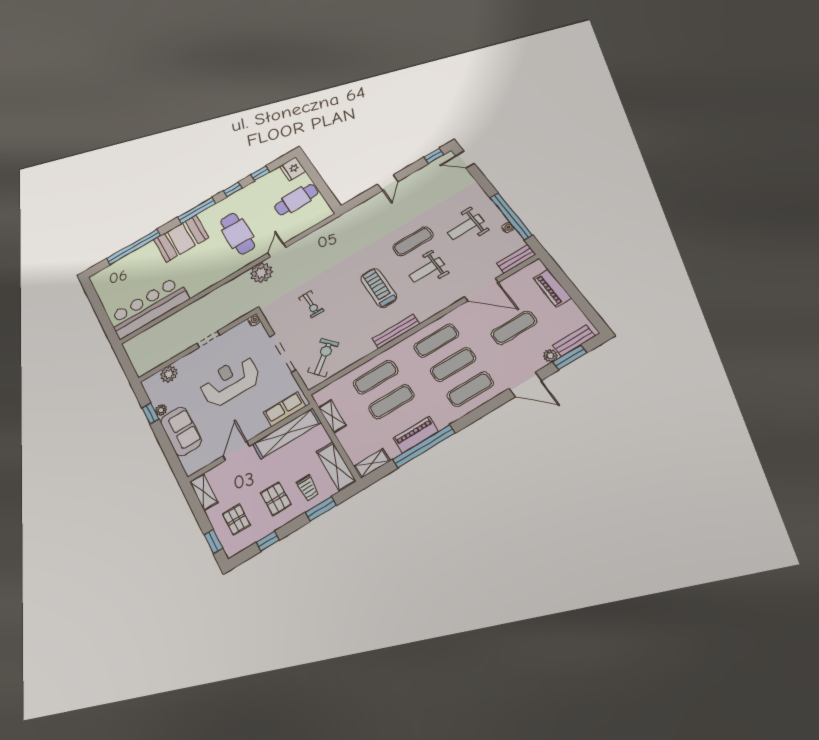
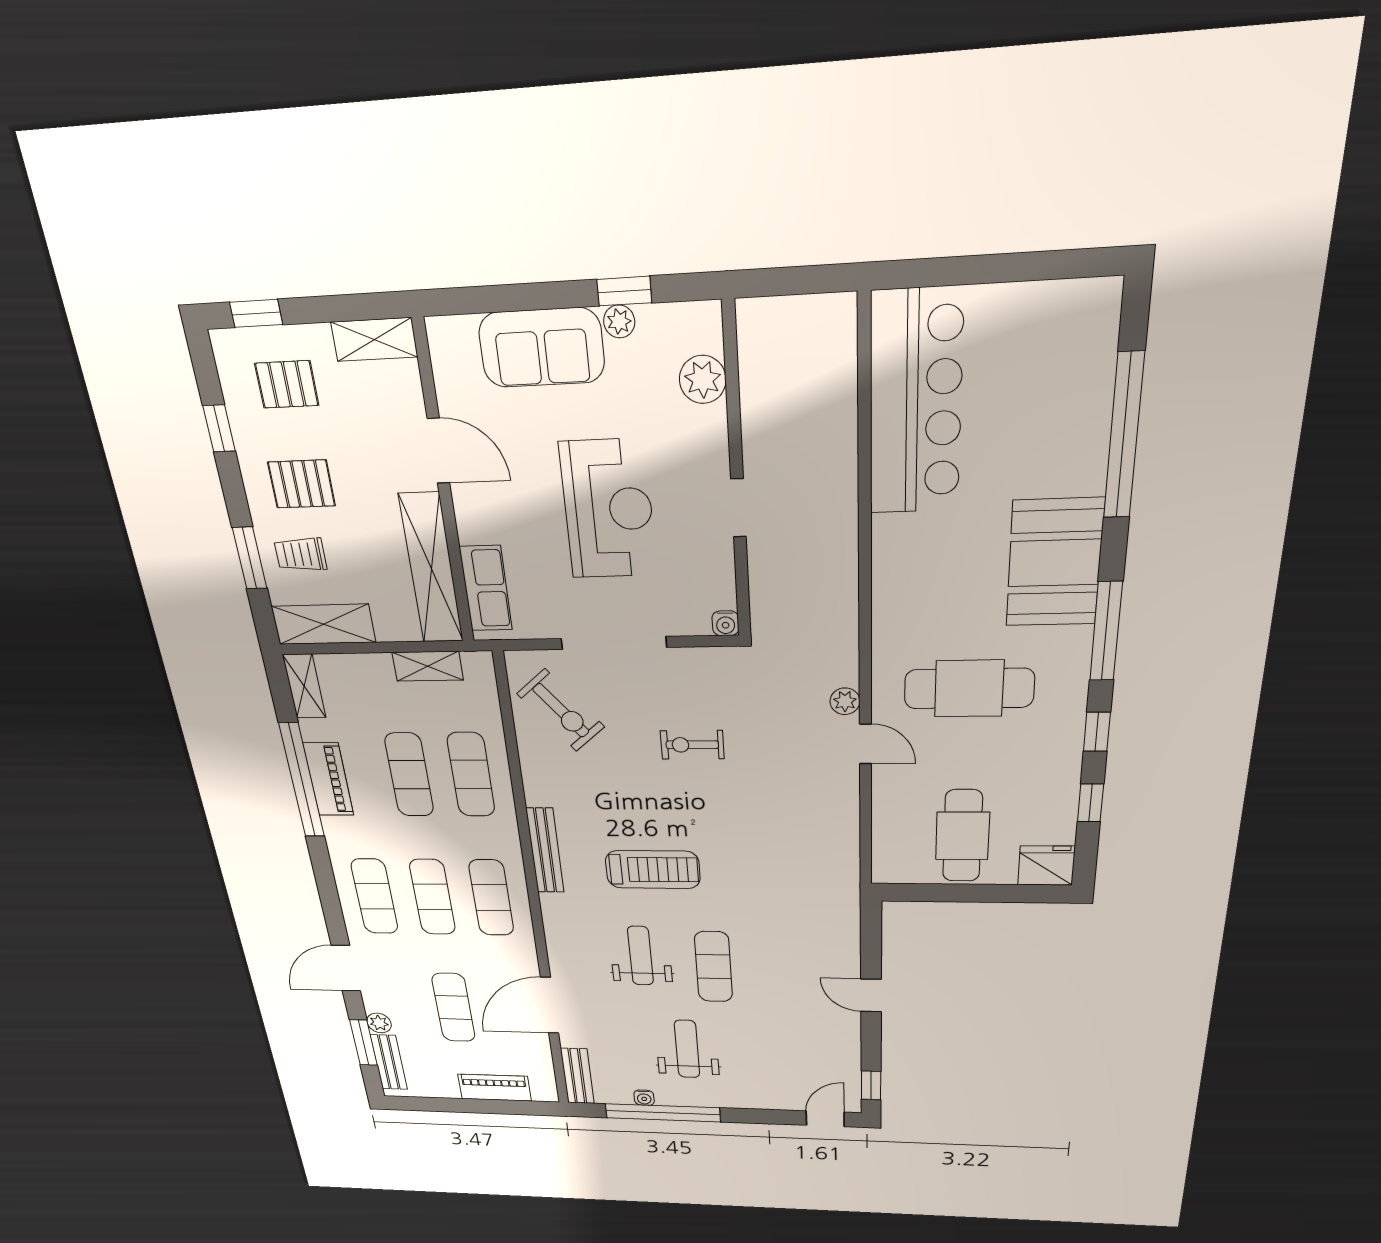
plant: (261, 273) -> (845, 701), width x0.53, depth x0.53

